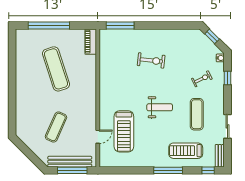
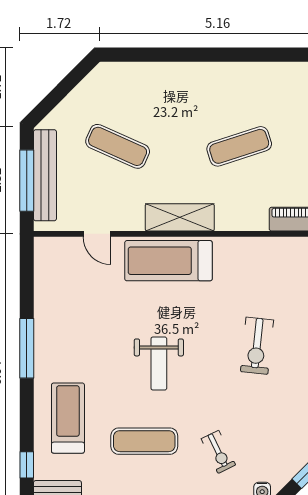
exercise mat: (56, 69) -> (239, 146), width x0.73, depth x0.69
shelving: (90, 97) -> (180, 217), added
treadmill: (124, 131) -> (168, 261), moved
window: (168, 170) -> (27, 348), moved

